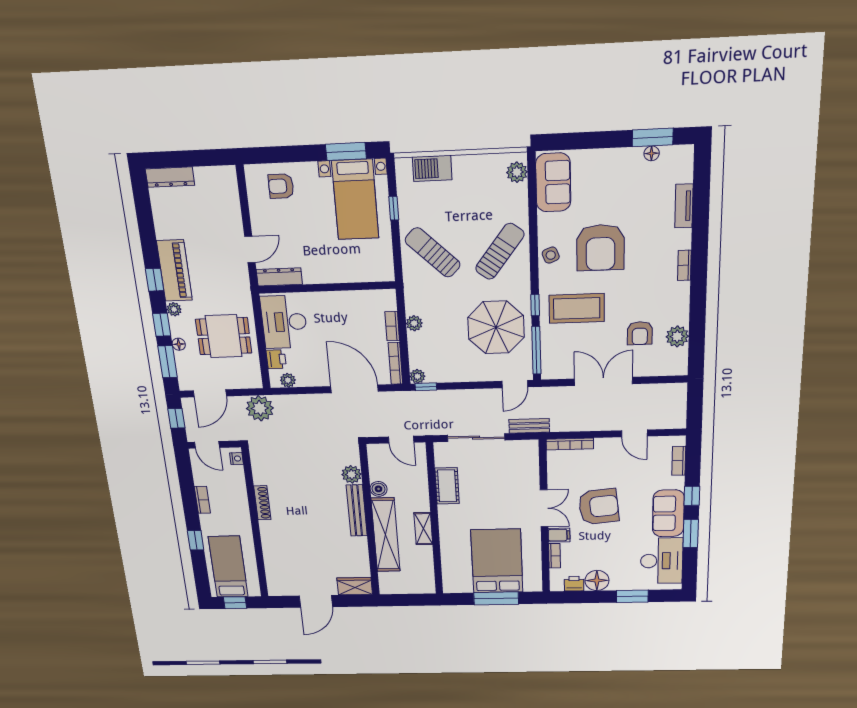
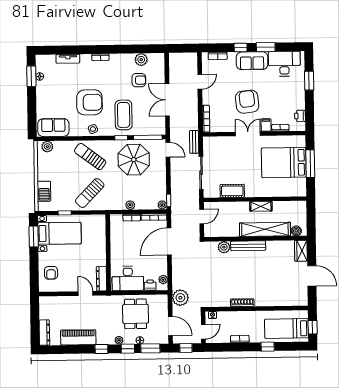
piano: (174, 271) -> (78, 337), moved
boiler: (379, 489) -> (296, 231), moved
floor lamp: (597, 580) -> (298, 102), removed

